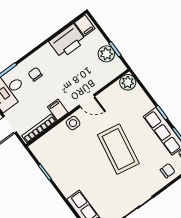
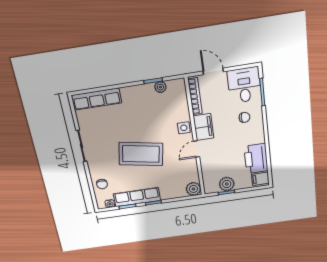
filing cabinet: (58, 110) -> (204, 127), width x2.00
plant: (47, 163) -> (160, 87), added

